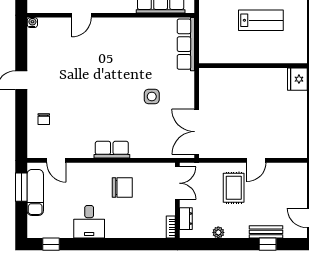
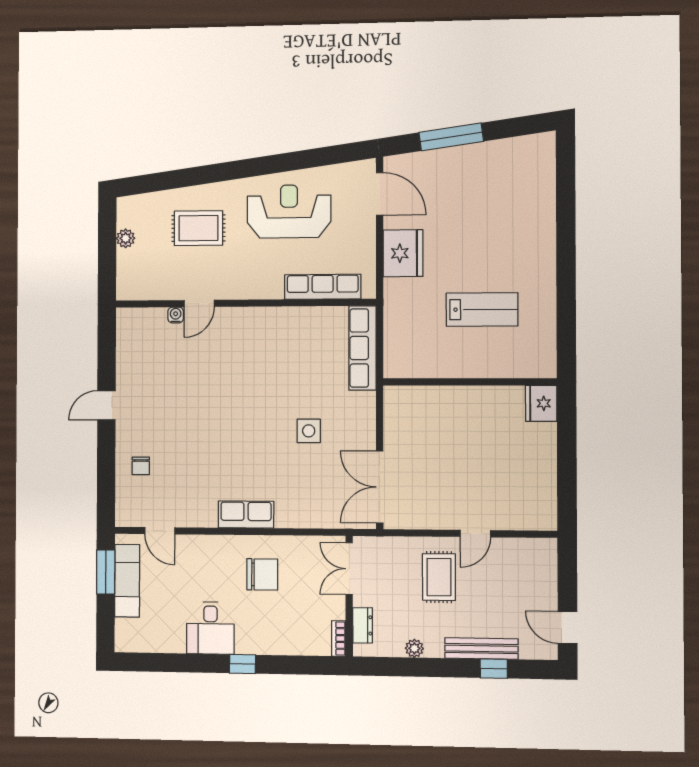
water cooler: (32, 23) -> (176, 315), moved
double door: (177, 183) -> (349, 569), swing flipped
bench: (266, 232) -> (481, 649), width x1.36
window: (51, 244) -> (242, 664), moved

